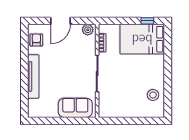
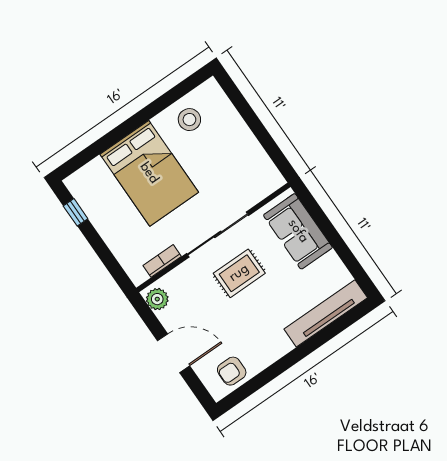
bed: (142, 39) -> (149, 173), moved
rug: (75, 71) -> (239, 273), added
tv unit: (33, 76) -> (326, 313), moved

